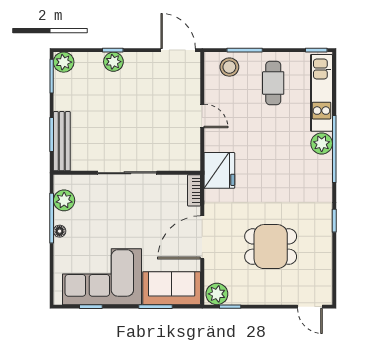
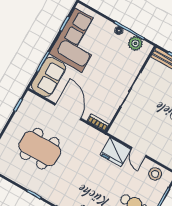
stool: (229, 67) -> (155, 174), moved
door: (202, 116) -> (139, 152), hinge flipped
fridge: (219, 170) -> (115, 152), moved
dining table: (271, 247) -> (40, 149), width x1.38
plant: (217, 294) -> (30, 101), removed

